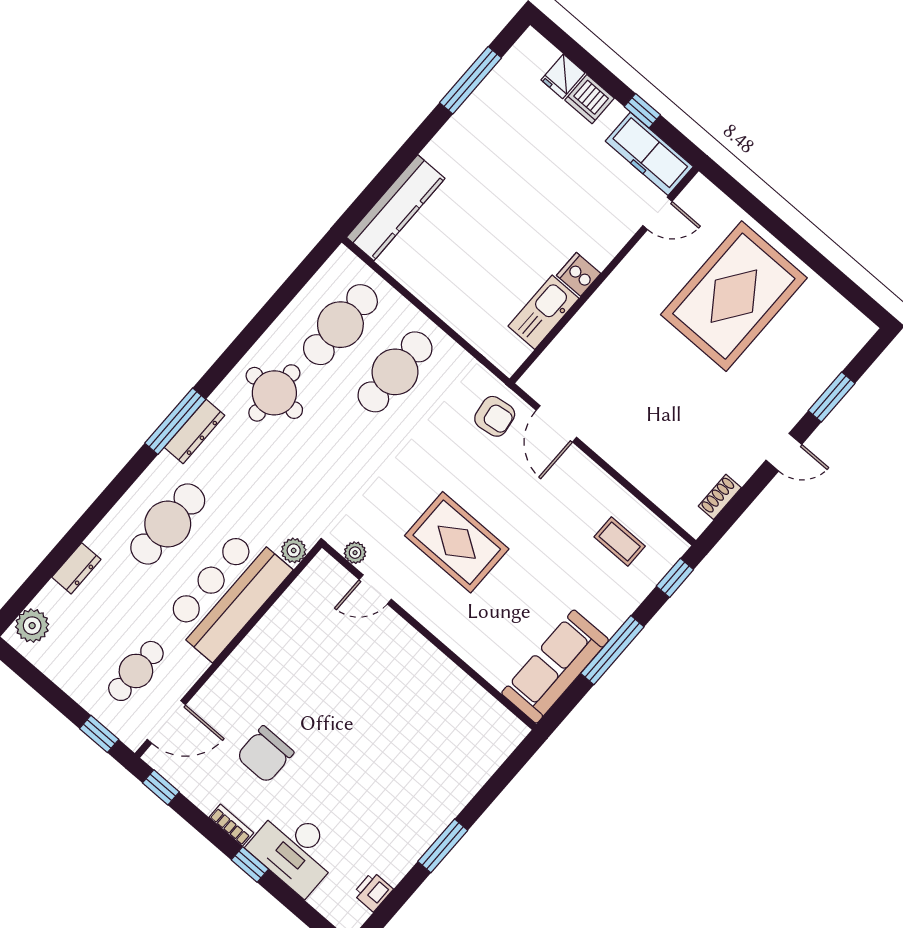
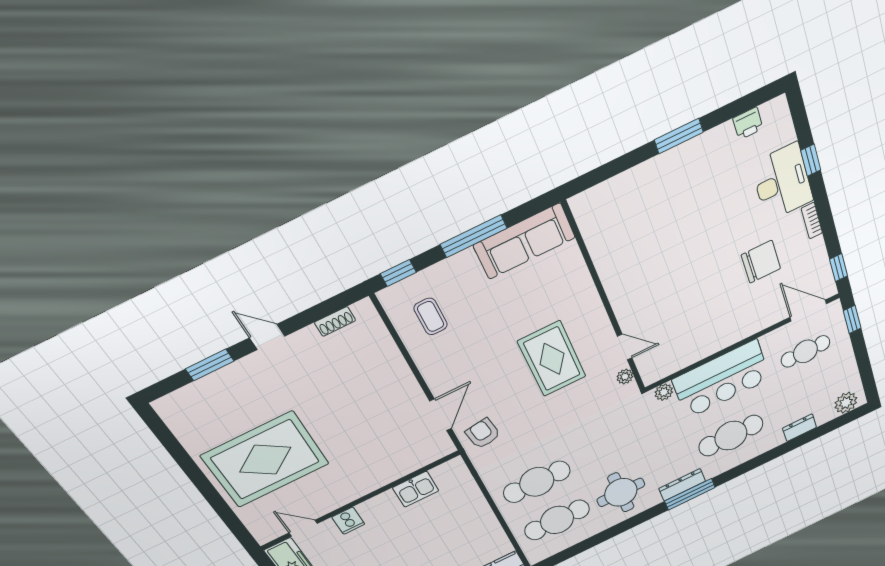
cooker: (579, 274) -> (348, 521), moved
kitchen sink: (543, 312) -> (416, 489), width x0.73
window: (250, 865) -> (811, 160), moved

